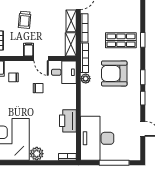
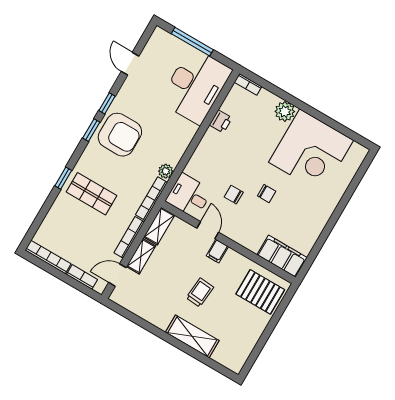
armchair: (114, 73) -> (120, 135), moved
chair: (14, 77) -> (267, 194), moved
printer: (68, 121) -> (221, 121), width x0.53, depth x0.68

